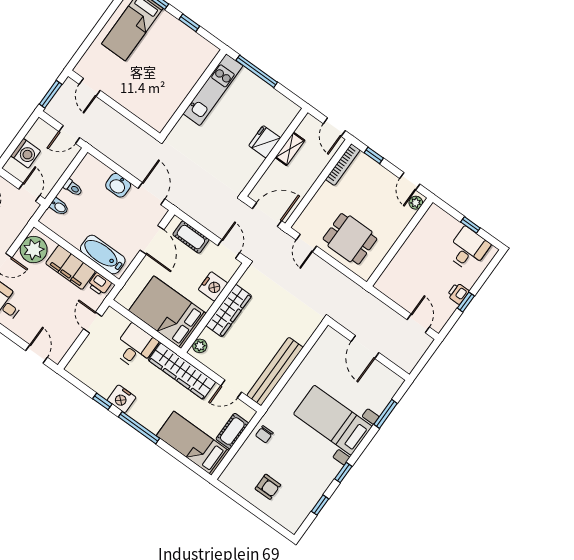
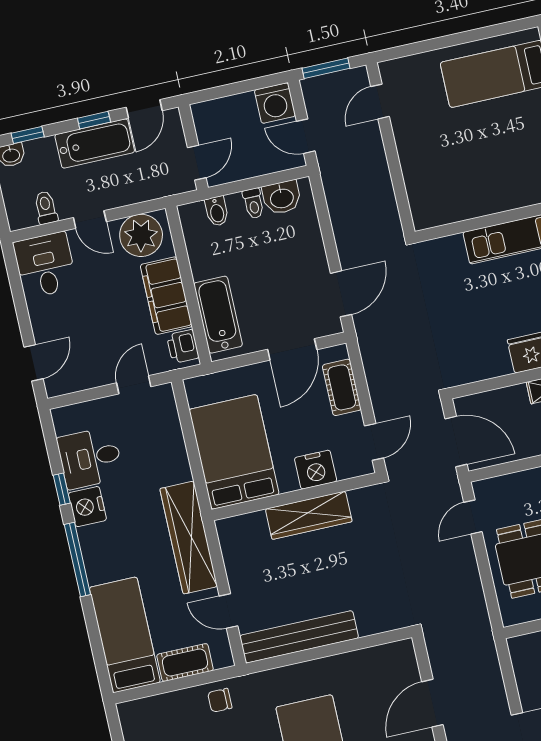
washing machine: (26, 153) -> (275, 103), moved
washbasin: (118, 185) -> (282, 198), moved, turned -90
plant: (200, 346) -> (237, 526), removed
desk: (135, 347) -> (90, 458), moved, turned 180

